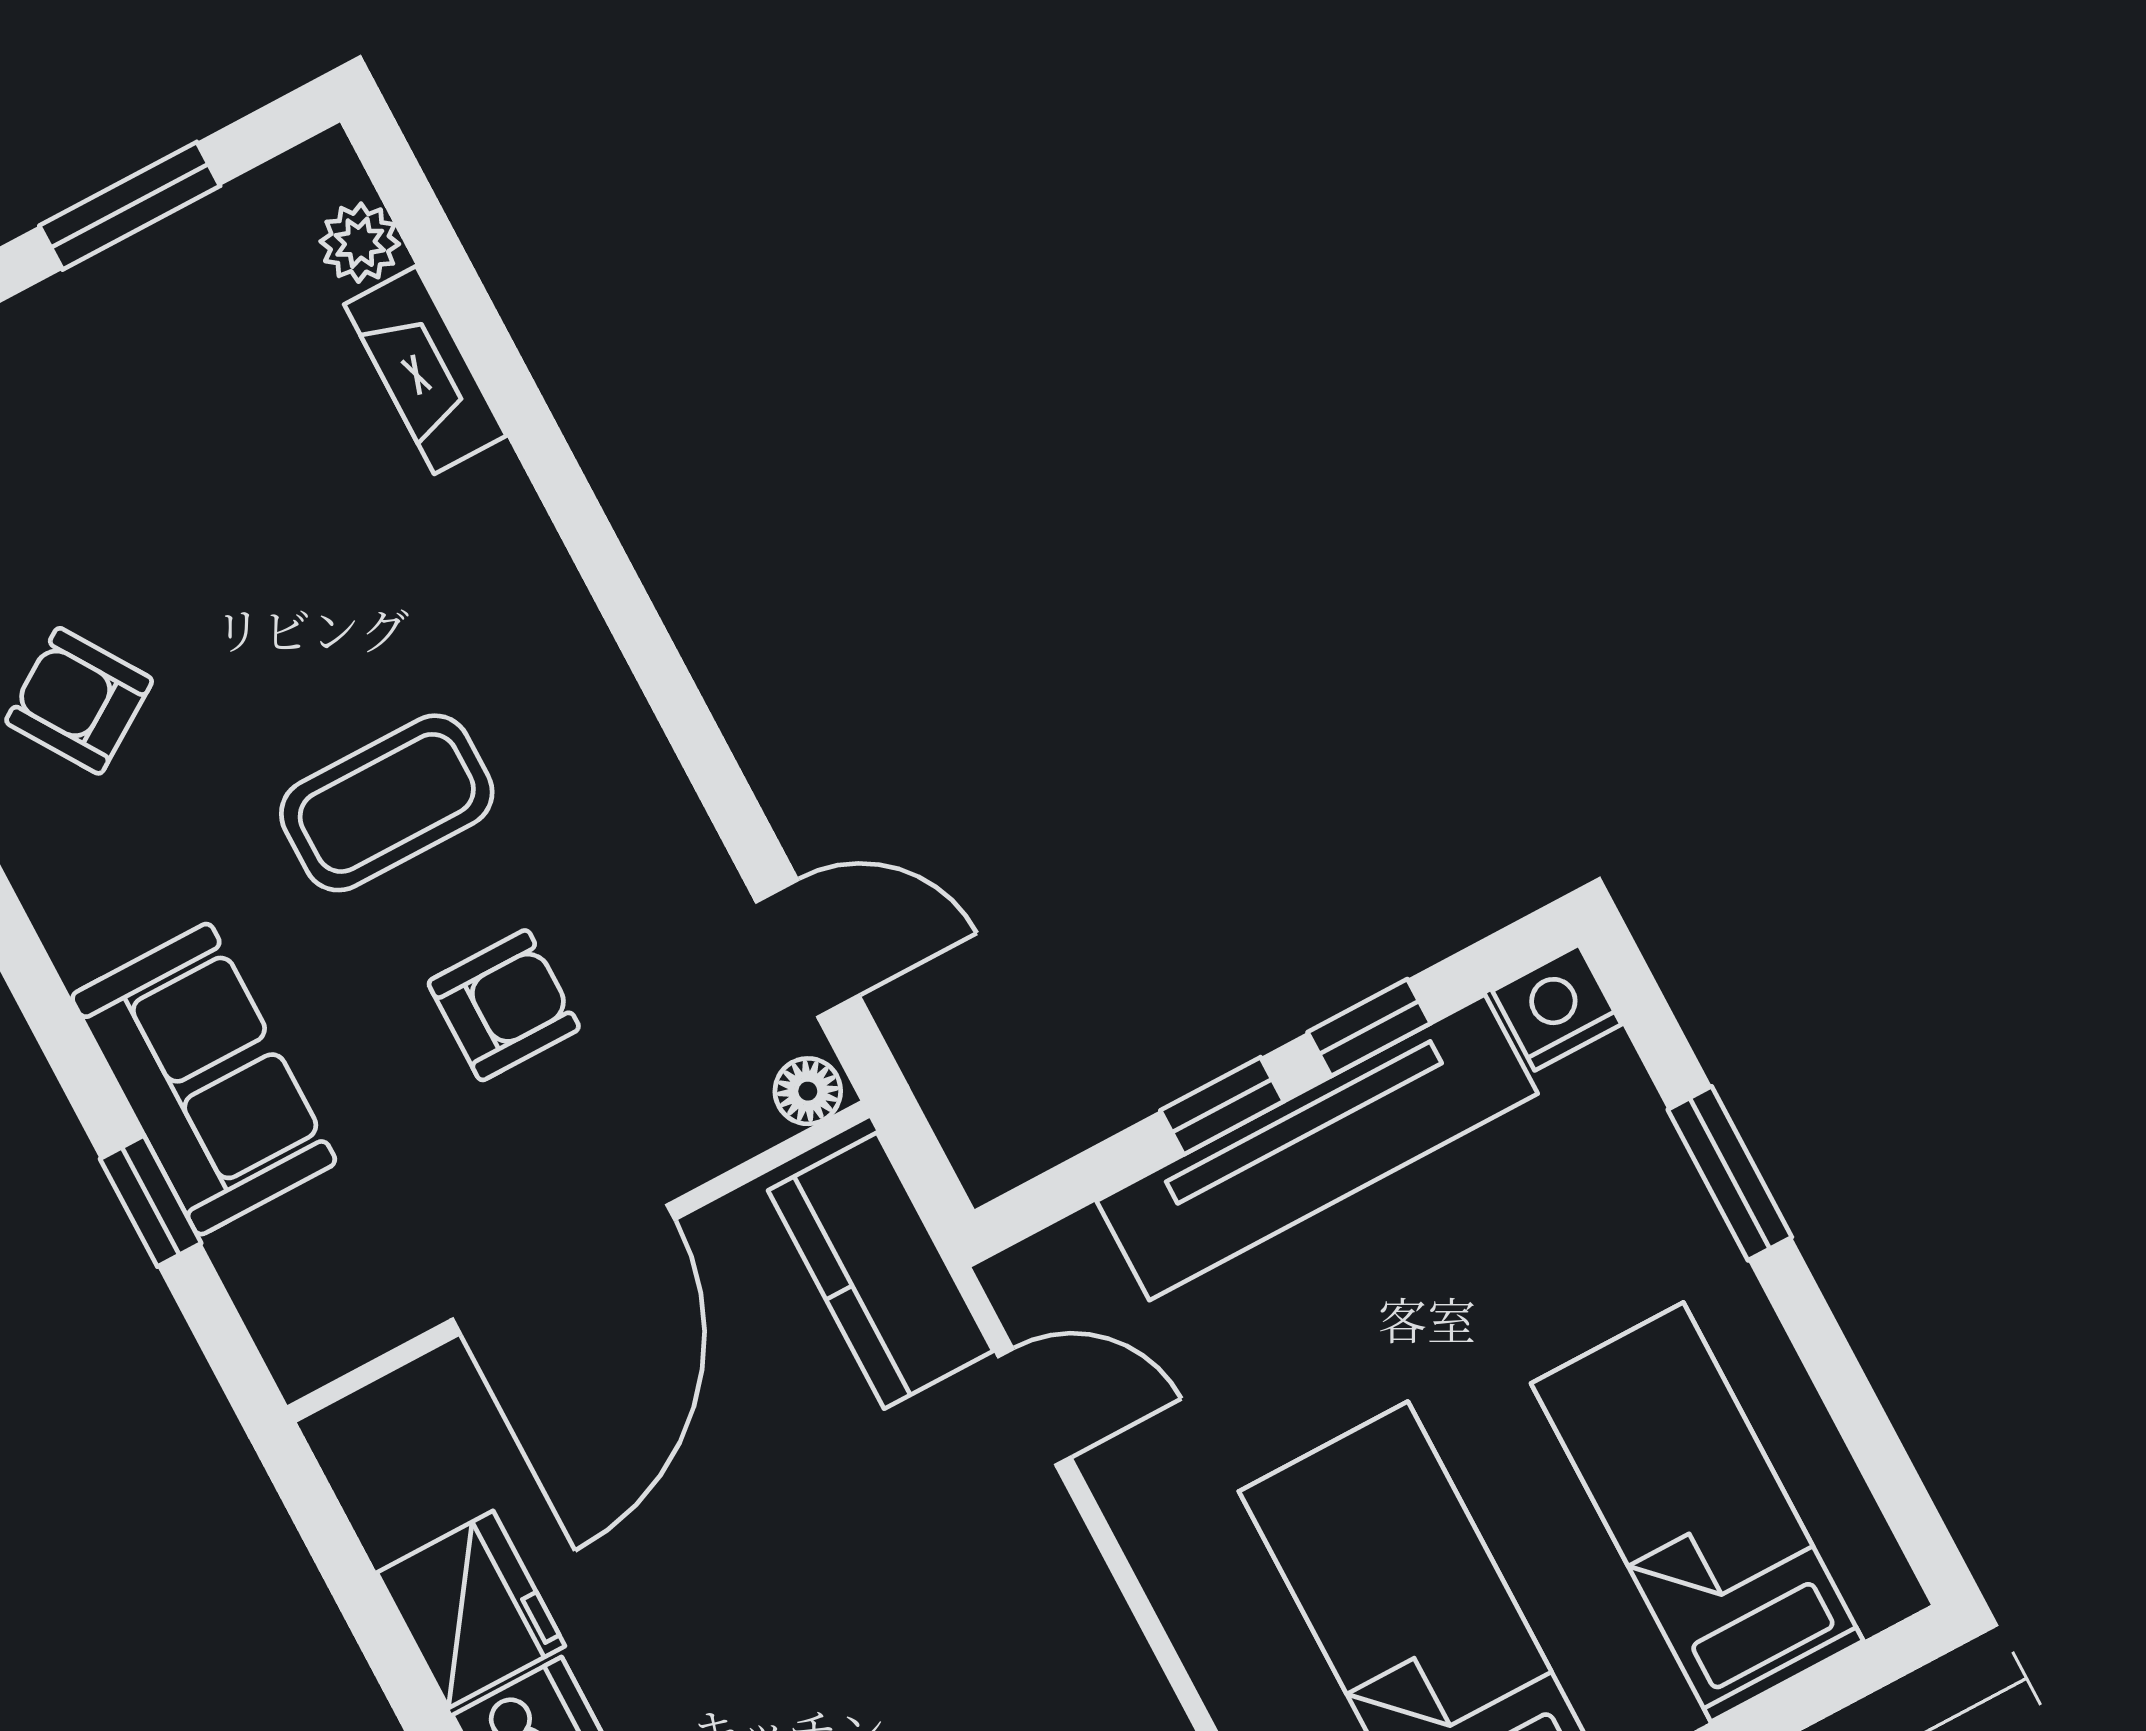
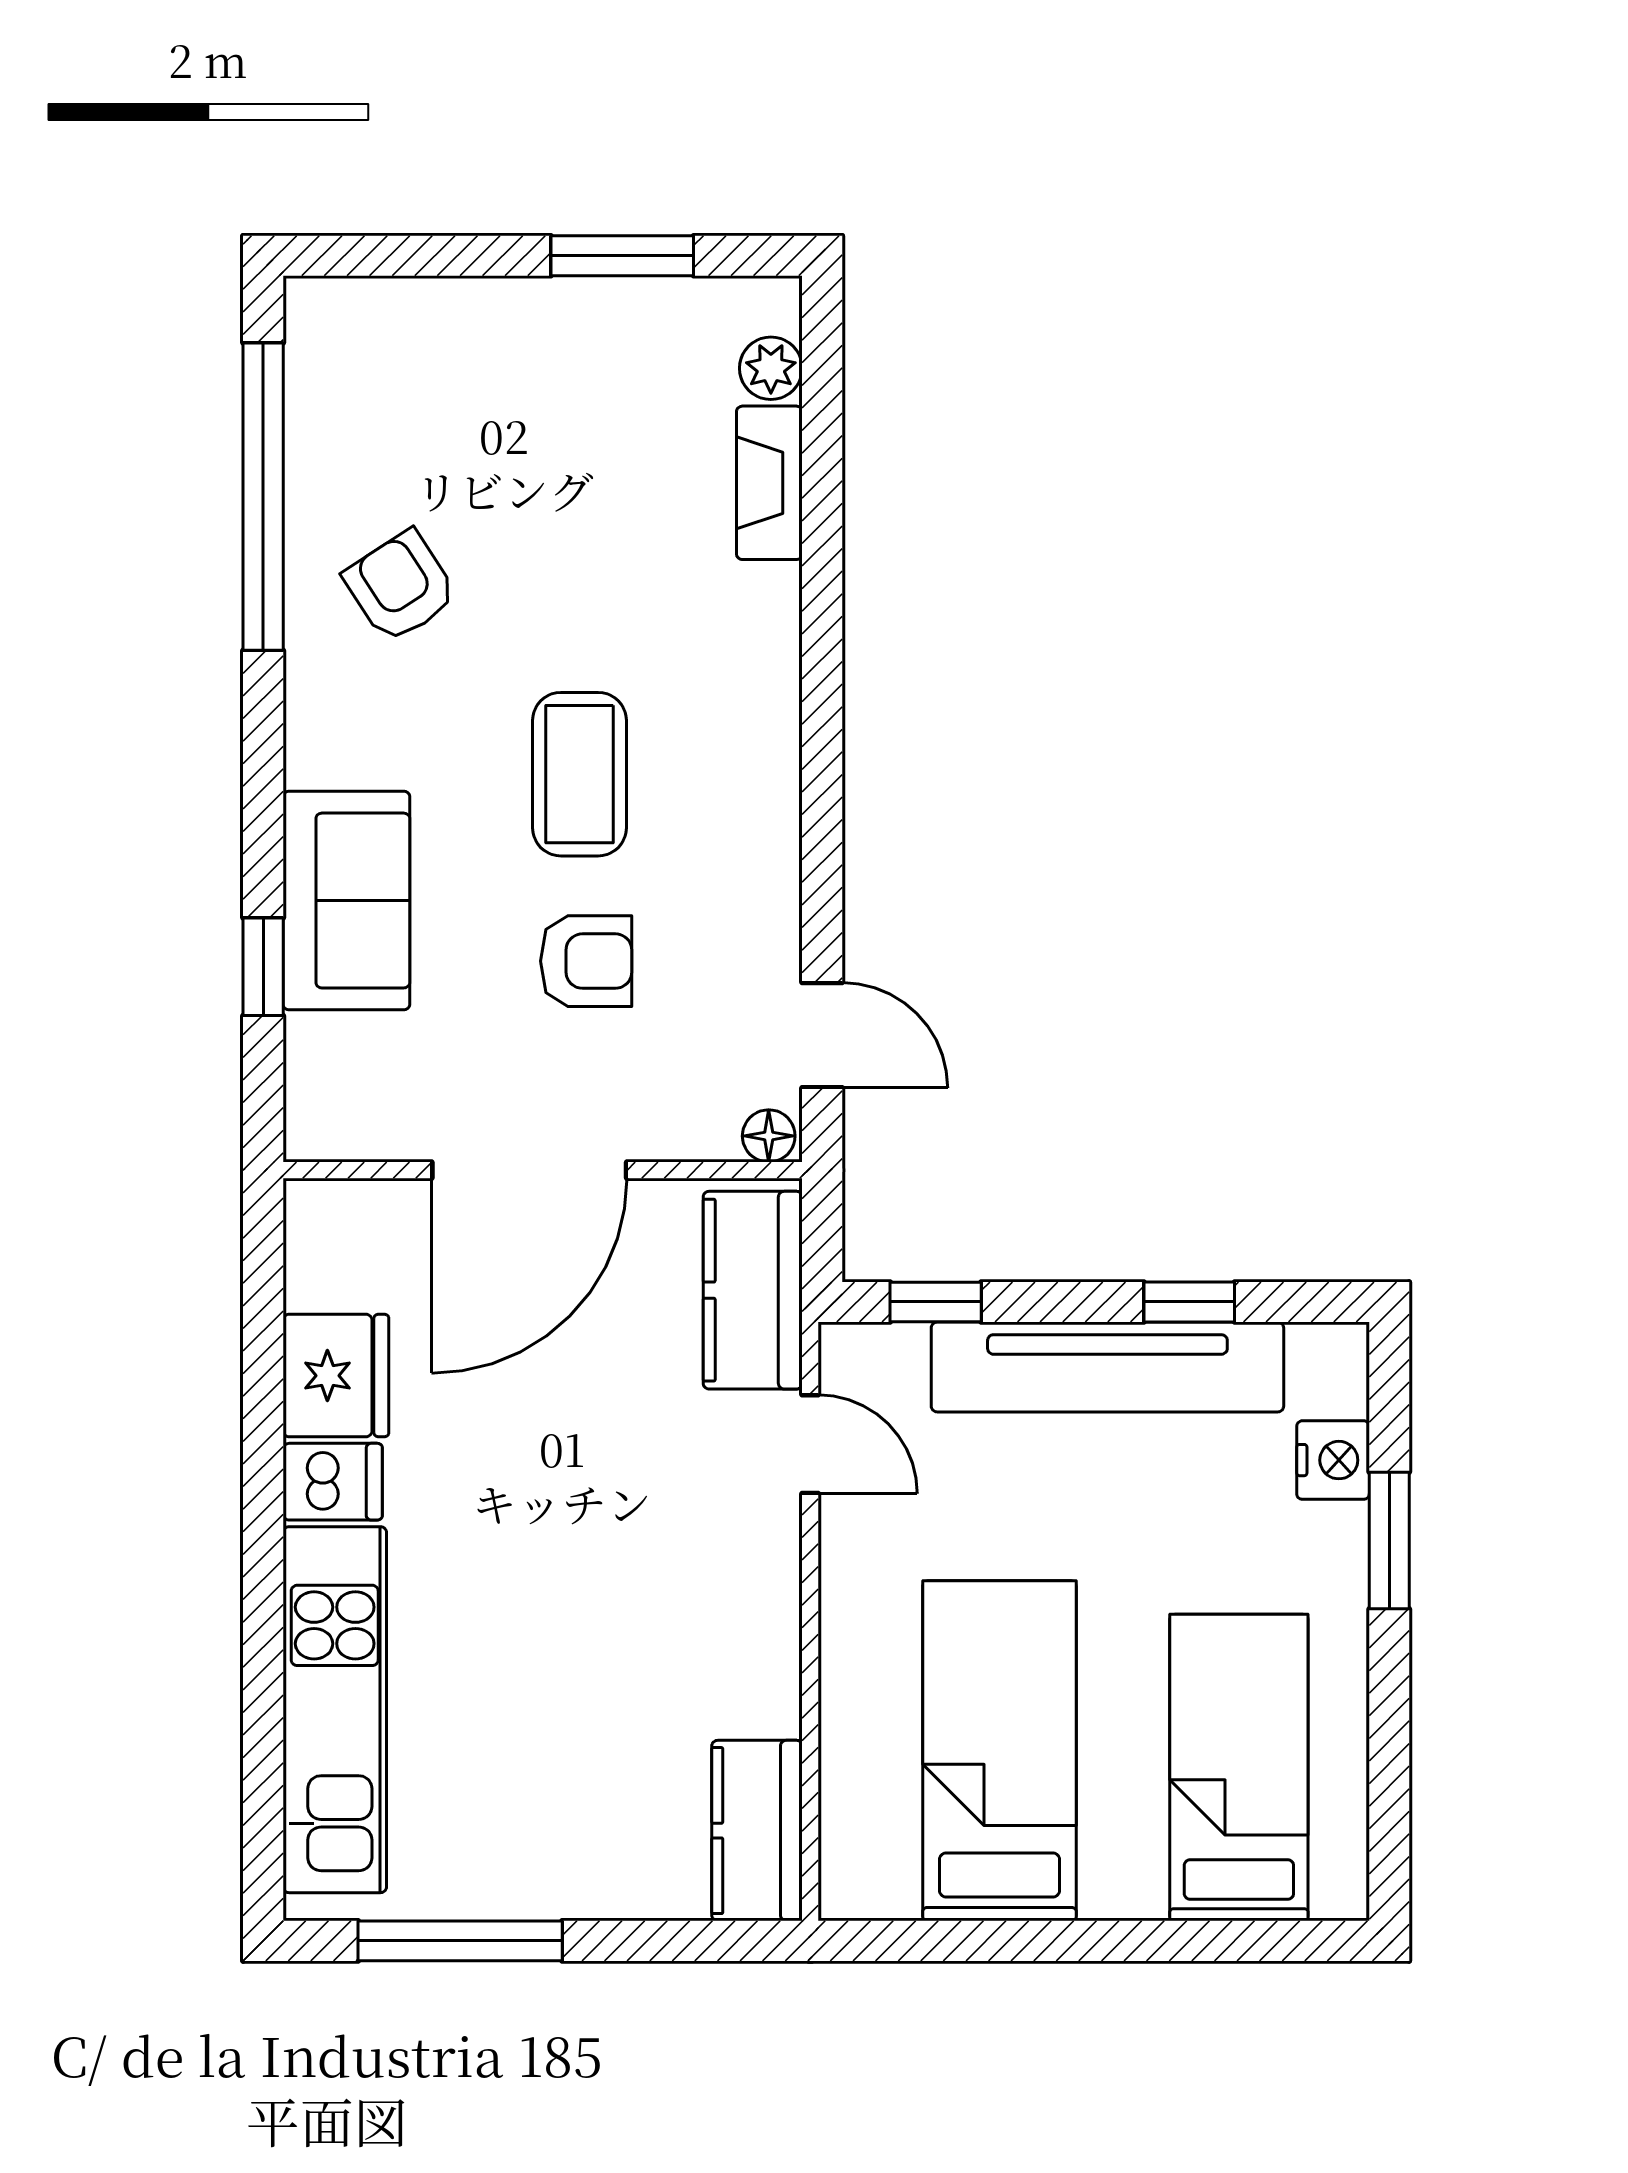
coffee table: (387, 803) -> (579, 774), turned 90
nightstand: (1557, 1007) -> (1333, 1460), moved, turned 90
window: (1222, 1106) -> (936, 1302), moved

